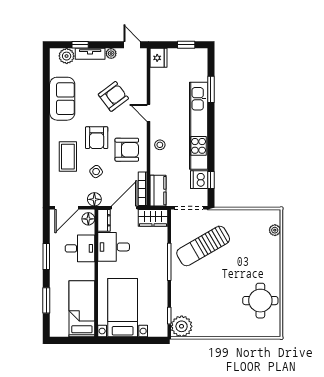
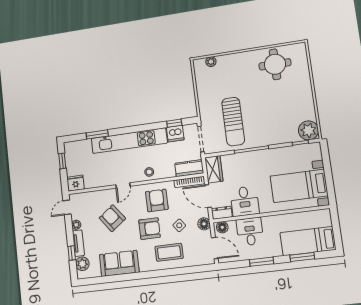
sun lounger: (203, 246) -> (233, 122), turned 30
bed: (82, 309) -> (308, 241), moved

